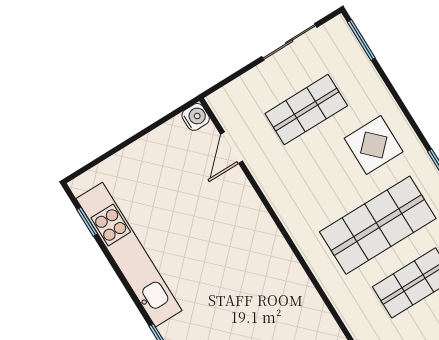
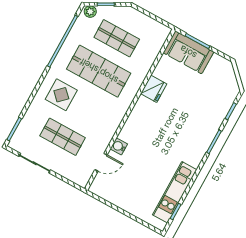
water cooler: (196, 117) -> (119, 146), moved
kitchen unit: (129, 255) -> (175, 192), width x0.73
fridge: (301, 296) -> (154, 89), added

